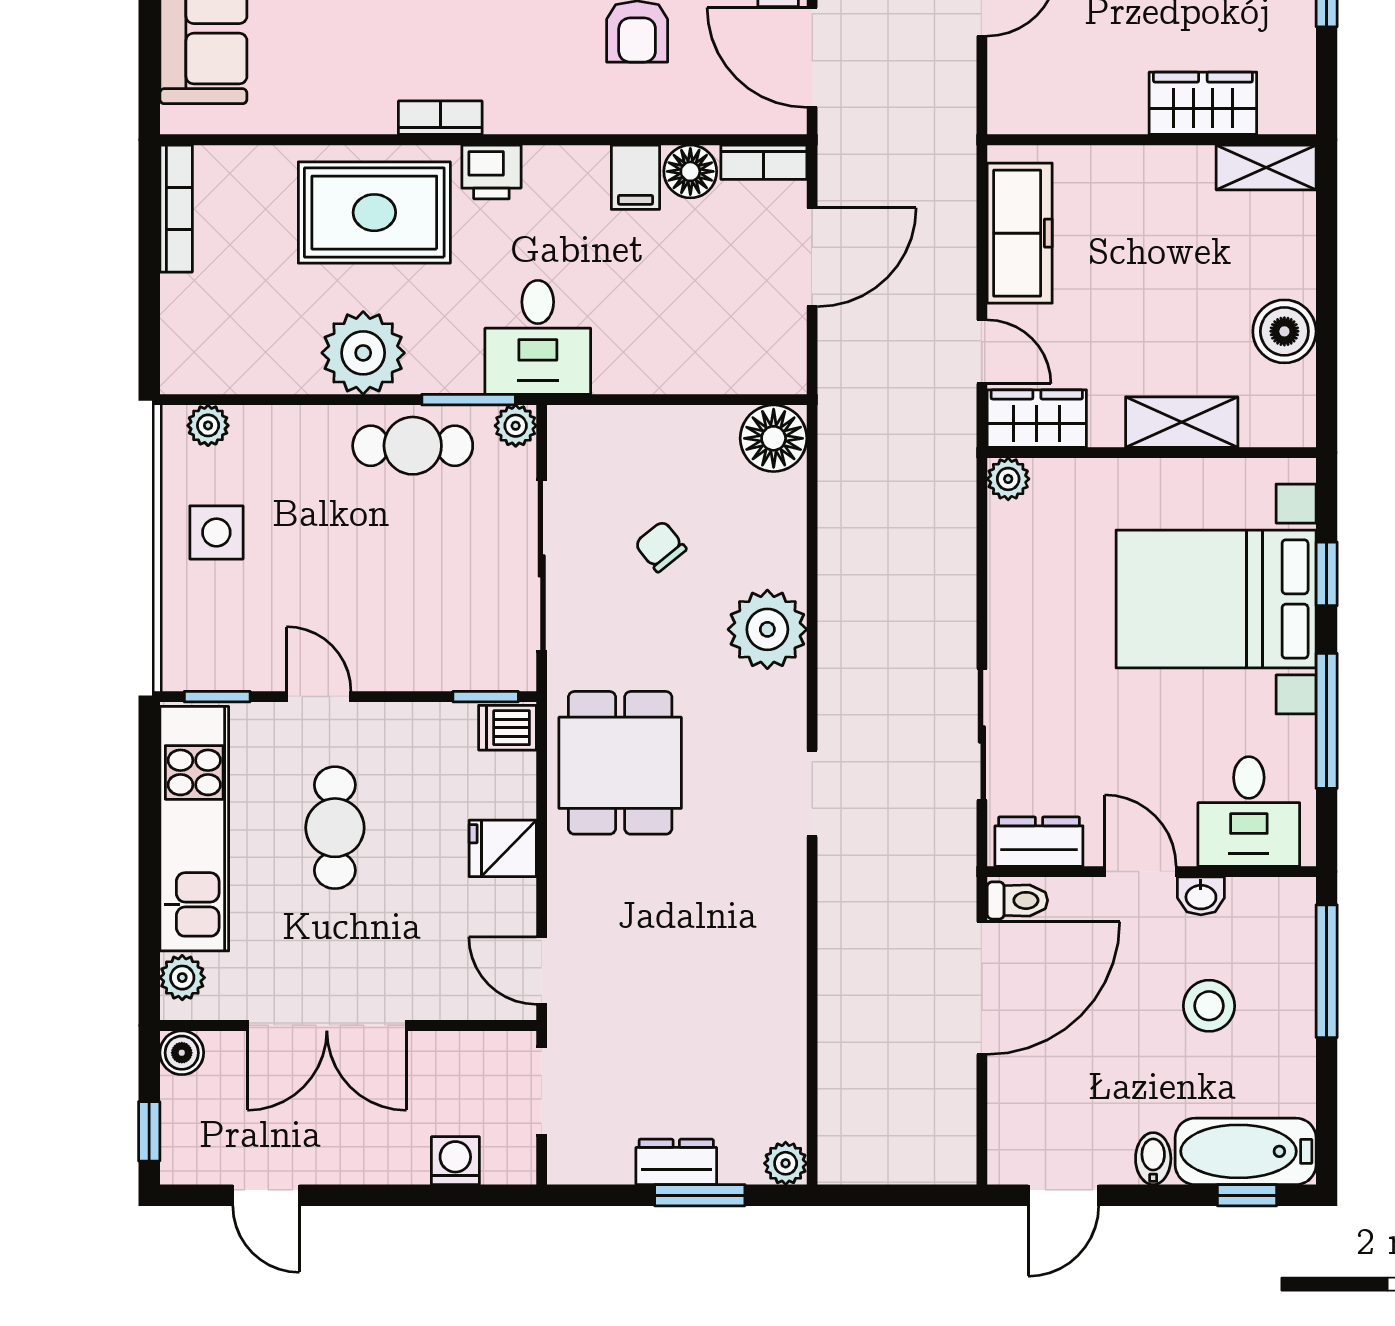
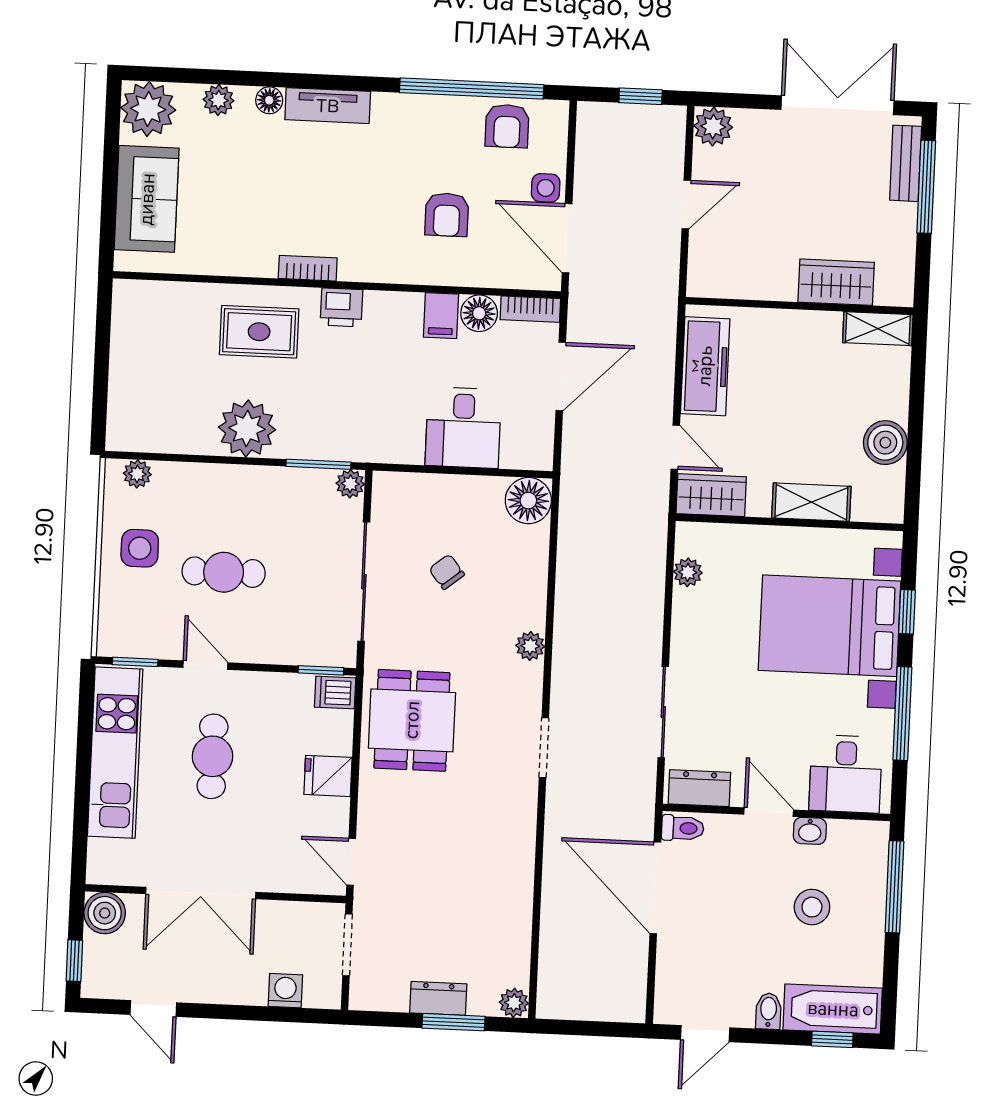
bookcase: (176, 209) -> (122, 323), removed
rug: (374, 213) -> (259, 332), width x0.73, depth x0.70
desk: (538, 337) -> (463, 428), moved
cafe table: (413, 446) -> (224, 572), moved
plant: (1008, 479) -> (688, 572), moved
plant: (767, 629) -> (530, 646), width x0.53, depth x0.53
plant: (182, 978) -> (102, 855), removed
door: (982, 988) -> (655, 888), swing flipped
boiler: (182, 1053) -> (105, 913), width x1.36, depth x1.36

